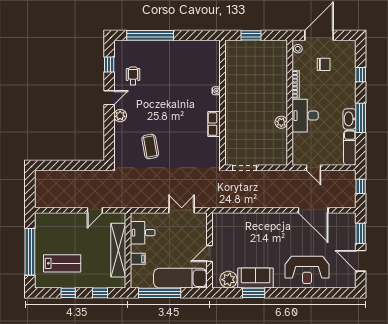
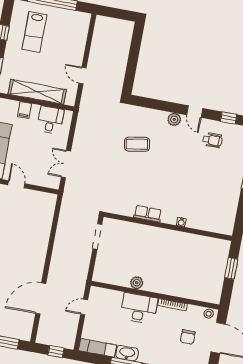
double door: (182, 210) -> (66, 164), swing flipped

